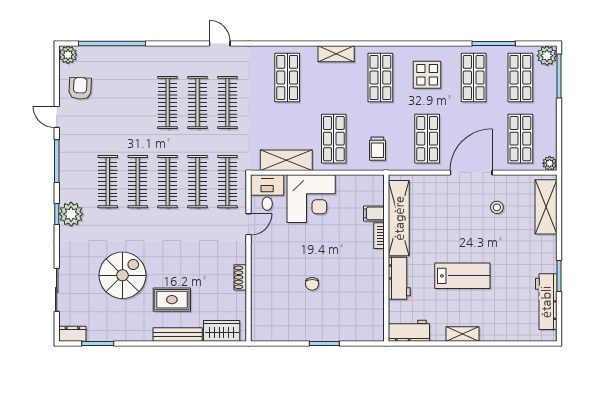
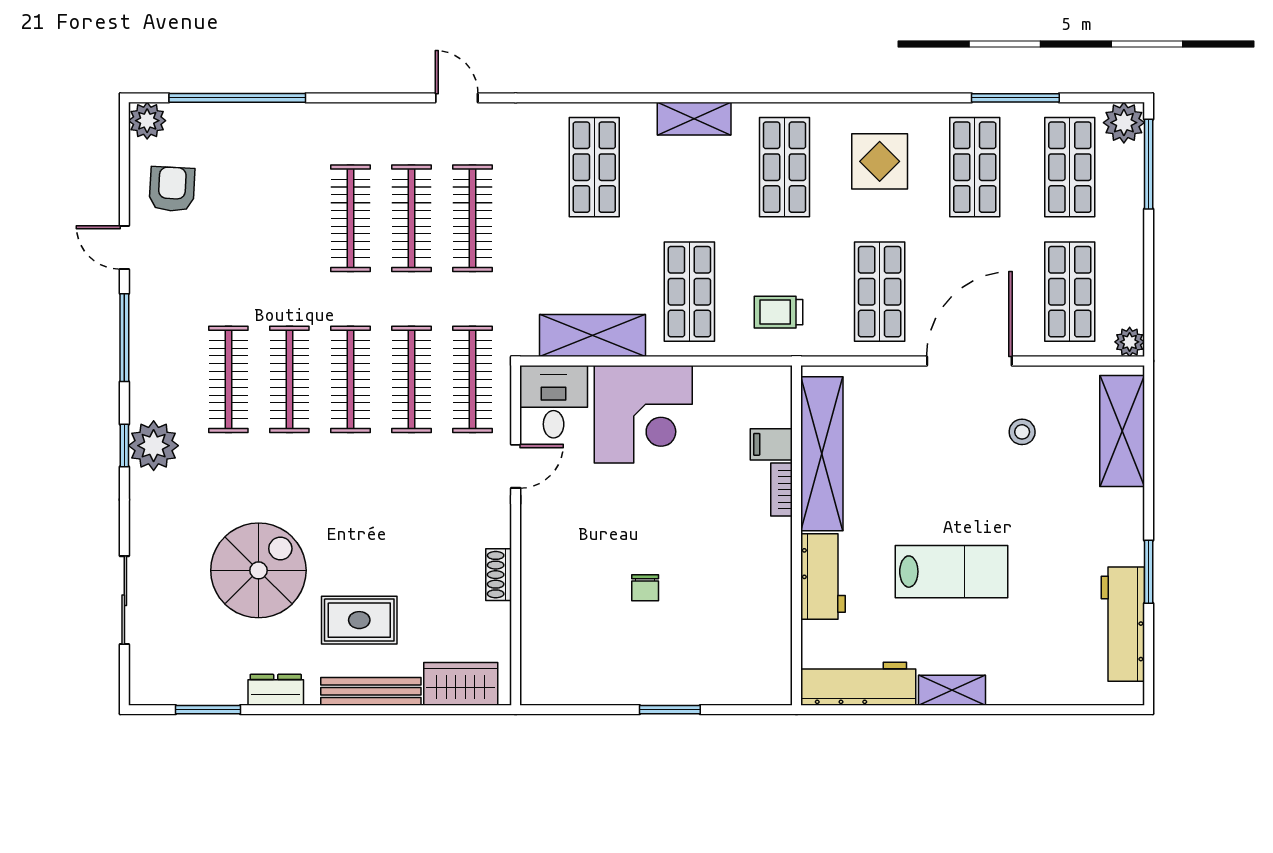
trolley: (377, 149) -> (778, 312), turned 90
workbench: (409, 331) -> (858, 684), width x1.37
dresser: (72, 334) -> (276, 690), moved

